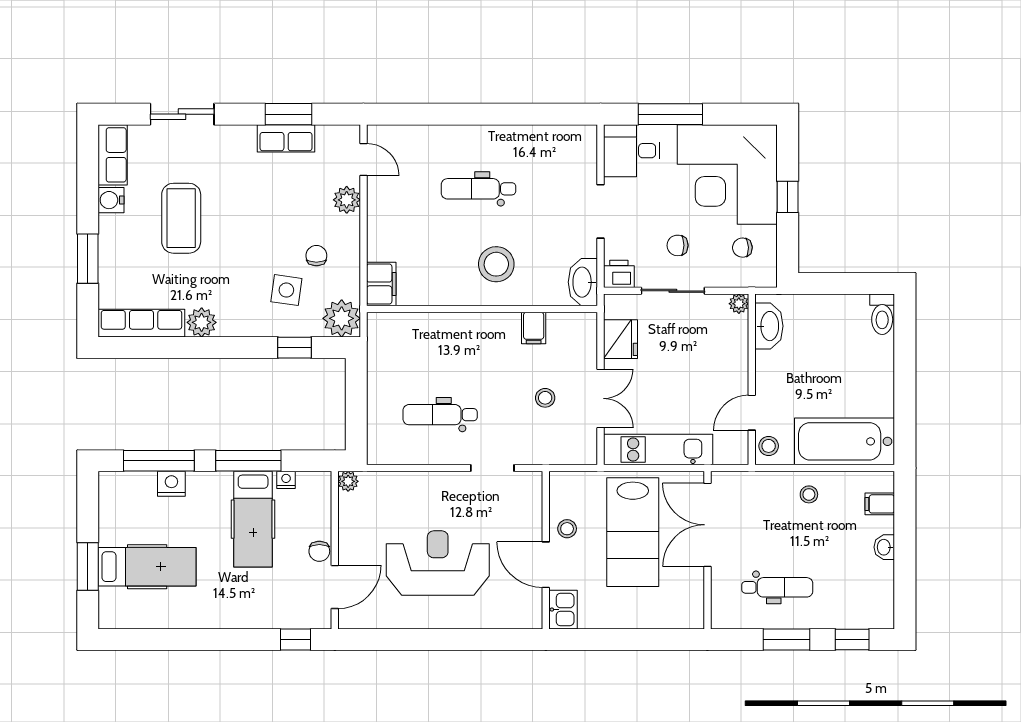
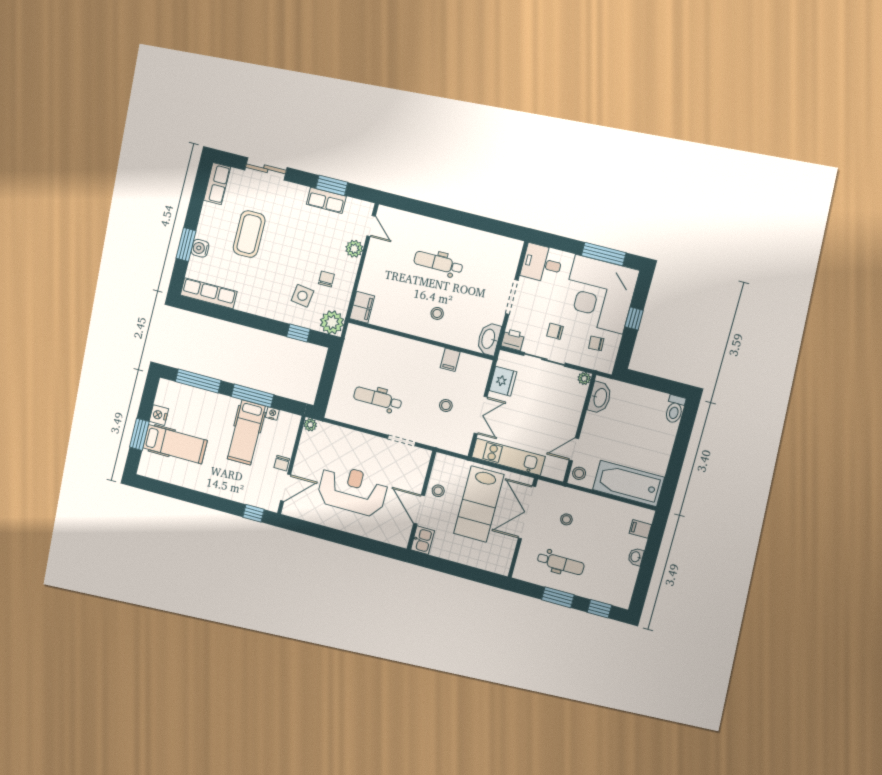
window: (670, 114) -> (604, 254), moved
water cooler: (111, 200) -> (200, 248), moved
stool: (496, 264) -> (437, 313), width x0.53, depth x0.53
plant: (202, 322) -> (245, 302), removed
nightstand: (171, 484) -> (159, 415), moved, turned -90
stool: (809, 494) -> (566, 519), moved

